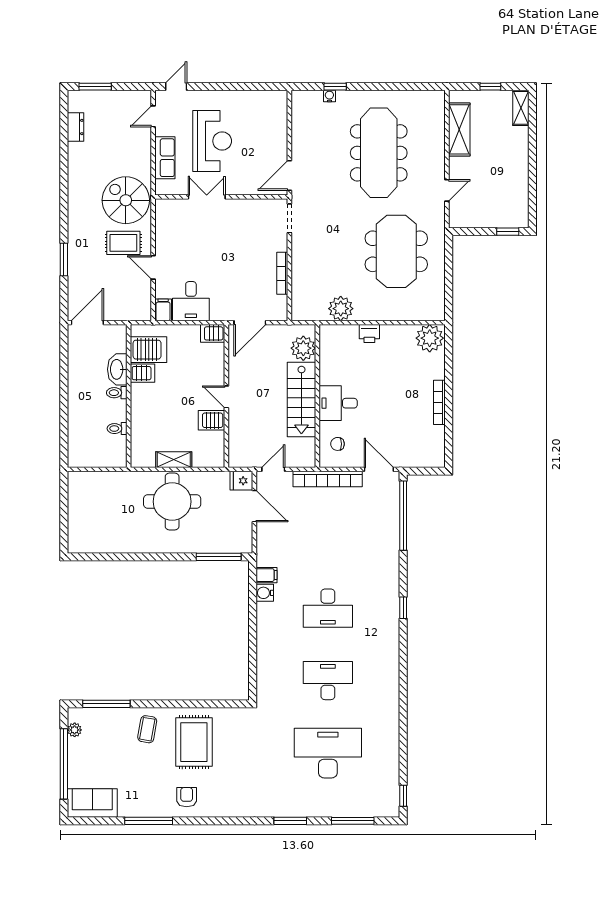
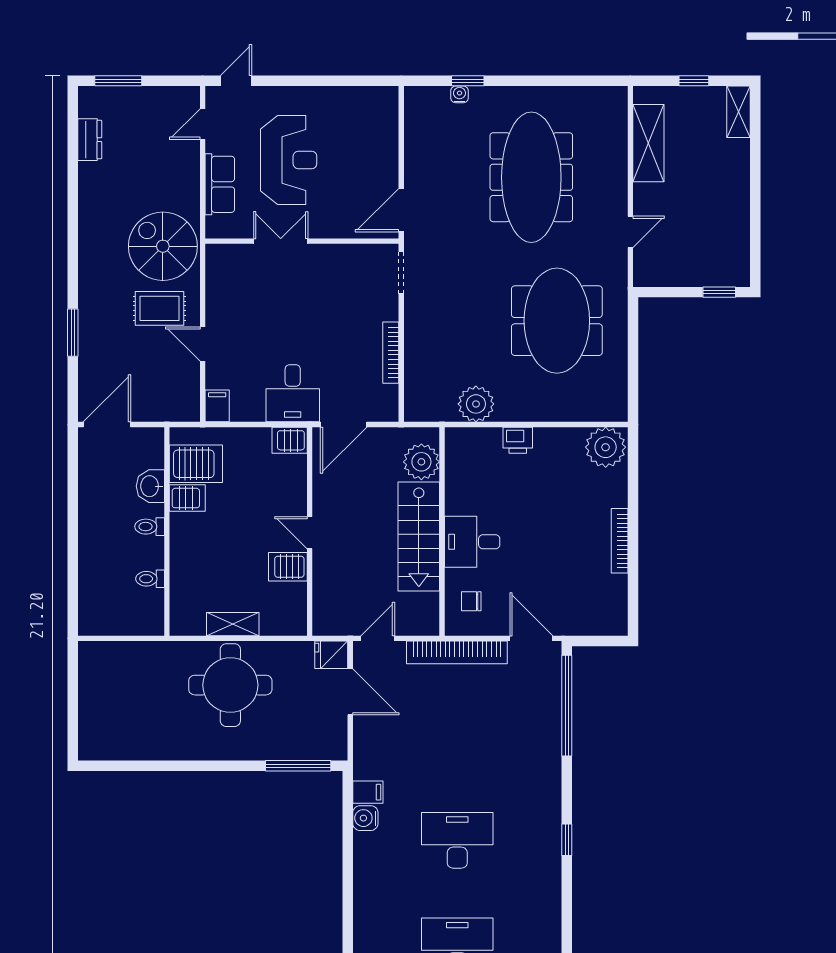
desk: (191, 301) -> (293, 393), moved
washbasin: (117, 369) -> (150, 486), width x0.72
desk: (328, 608) -> (457, 840), turned 180

